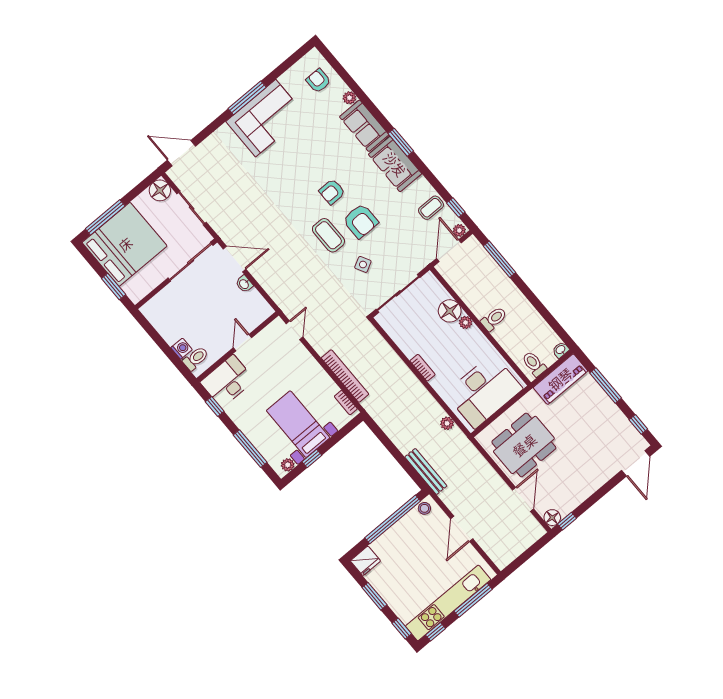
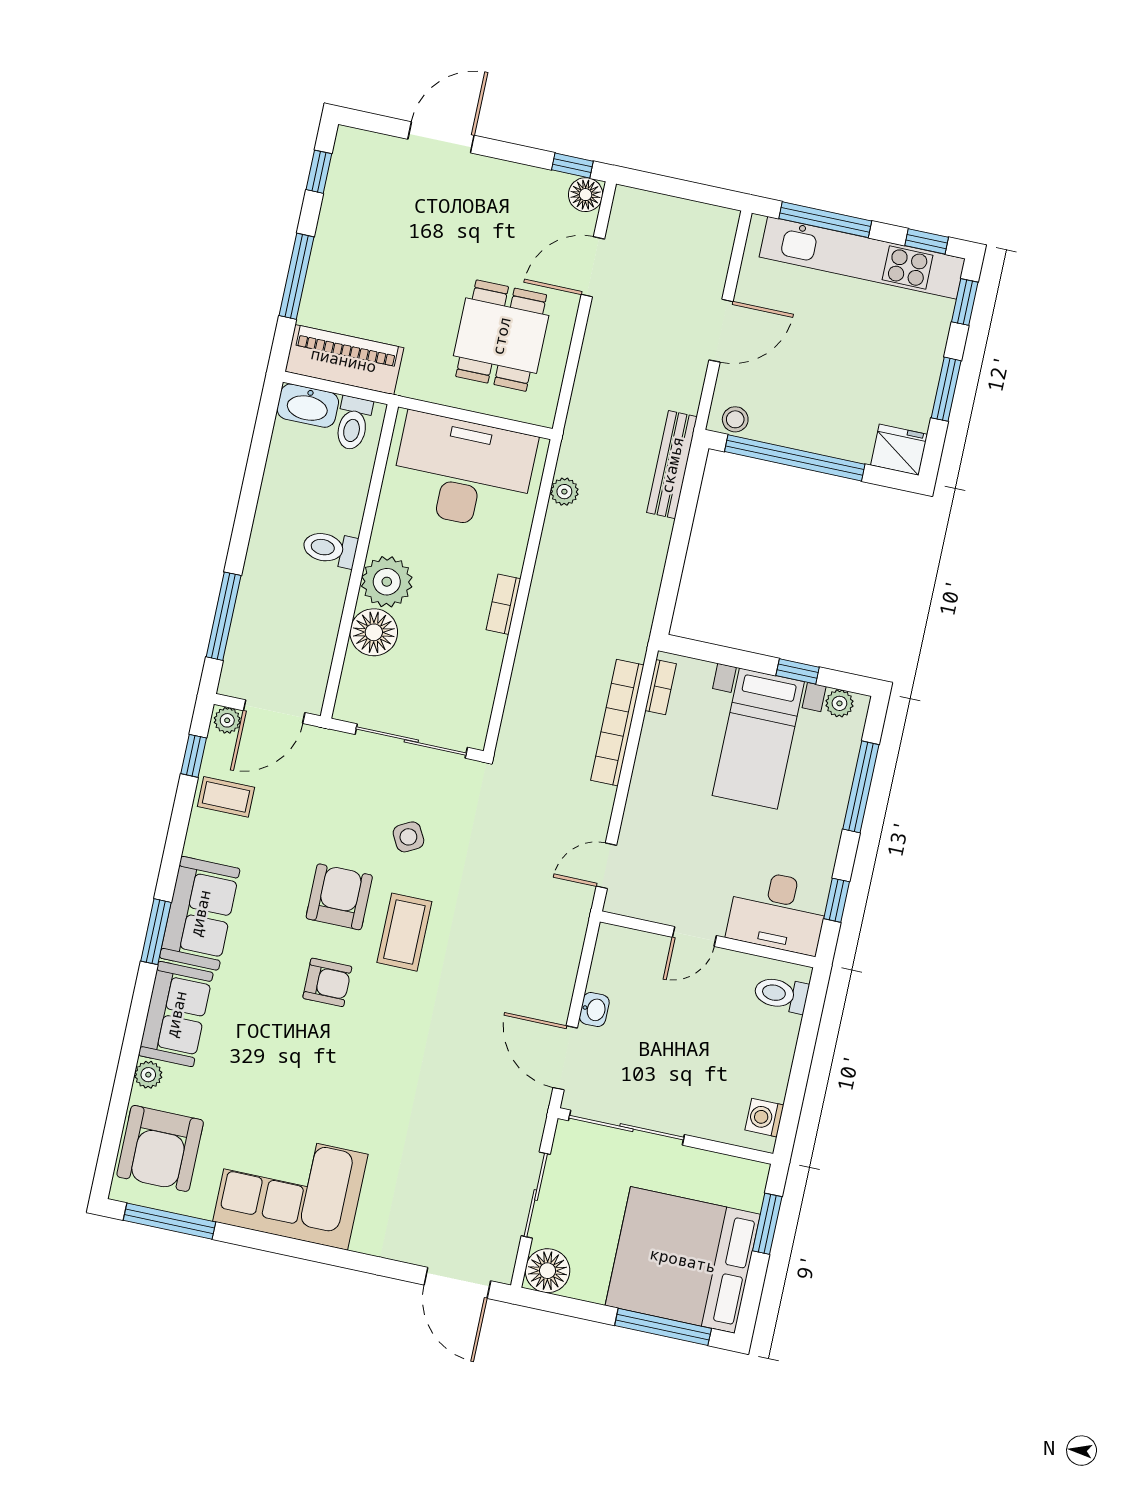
armchair: (318, 81) -> (160, 1148), width x1.88, depth x1.88
window: (247, 98) -> (169, 1221), moved
plant: (466, 322) -> (387, 582), width x1.87, depth x1.87
washing machine: (181, 349) -> (764, 1118), moved
washbasin: (561, 350) -> (308, 406), width x1.91, depth x1.45
dining table: (524, 445) -> (501, 336), width x0.73
door: (636, 463) -> (441, 137), moved

